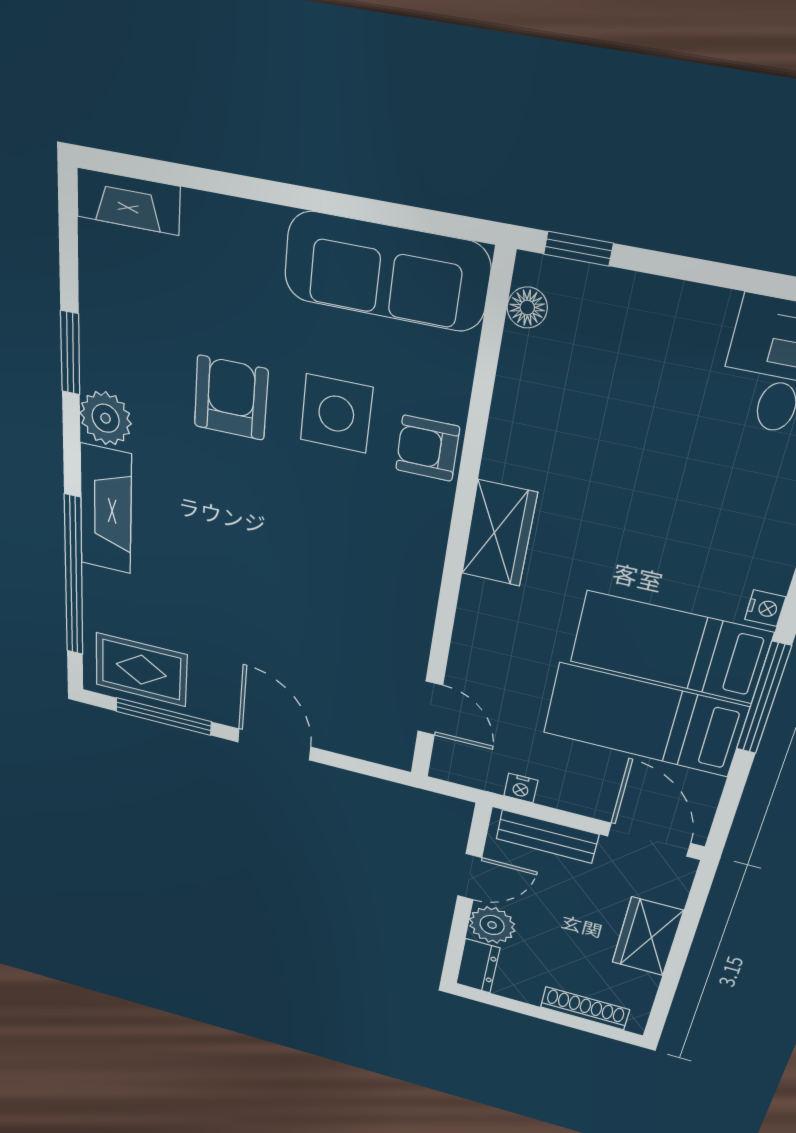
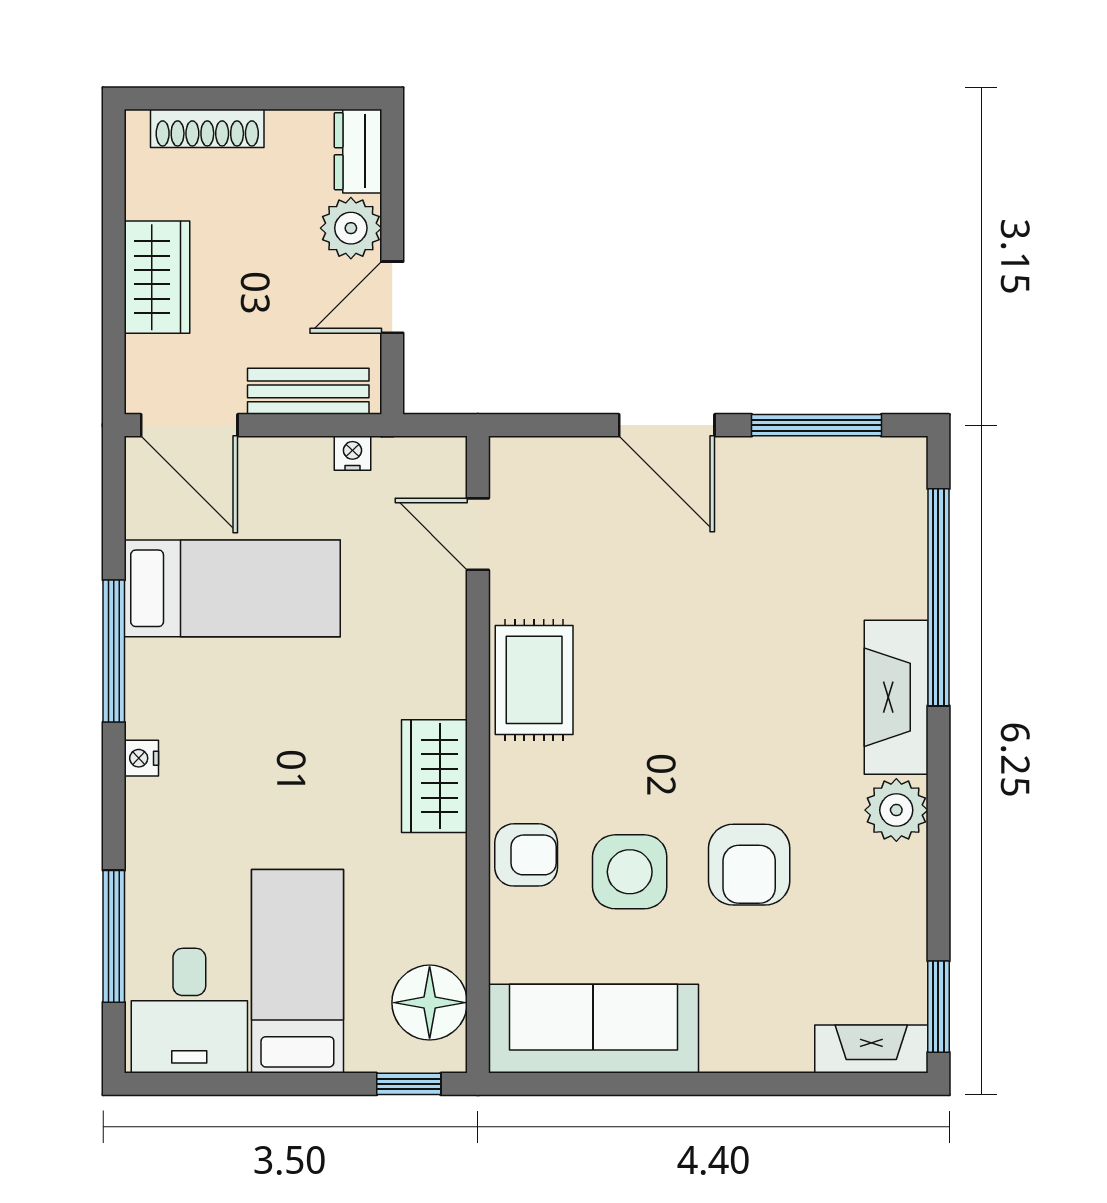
floor lamp: (527, 308) -> (430, 1003), width x1.89, depth x1.89
window: (70, 353) -> (938, 1007), moved
bed: (670, 647) -> (297, 971), moved, turned -90
rug: (141, 670) -> (534, 680), moved, turned 90

